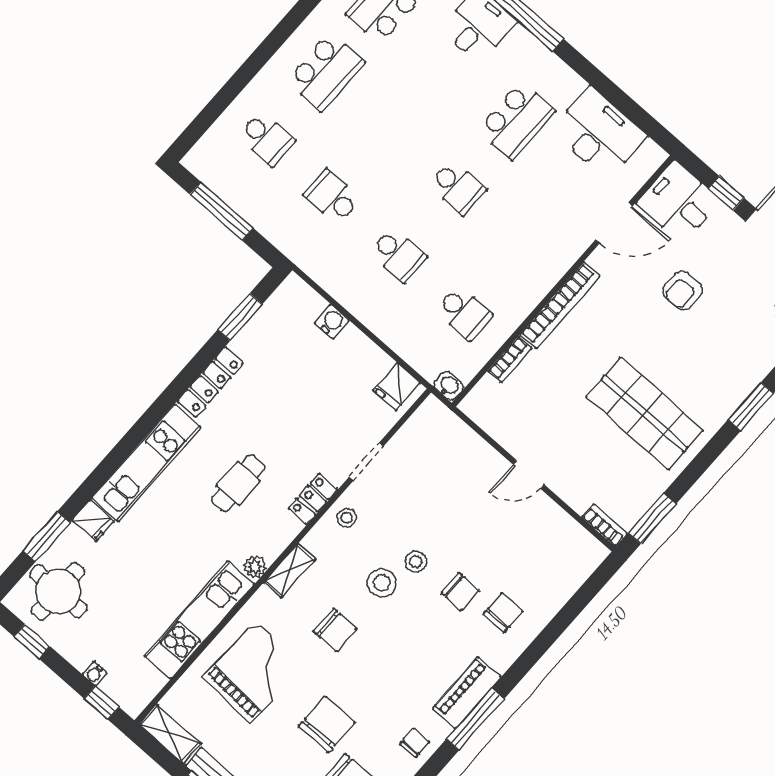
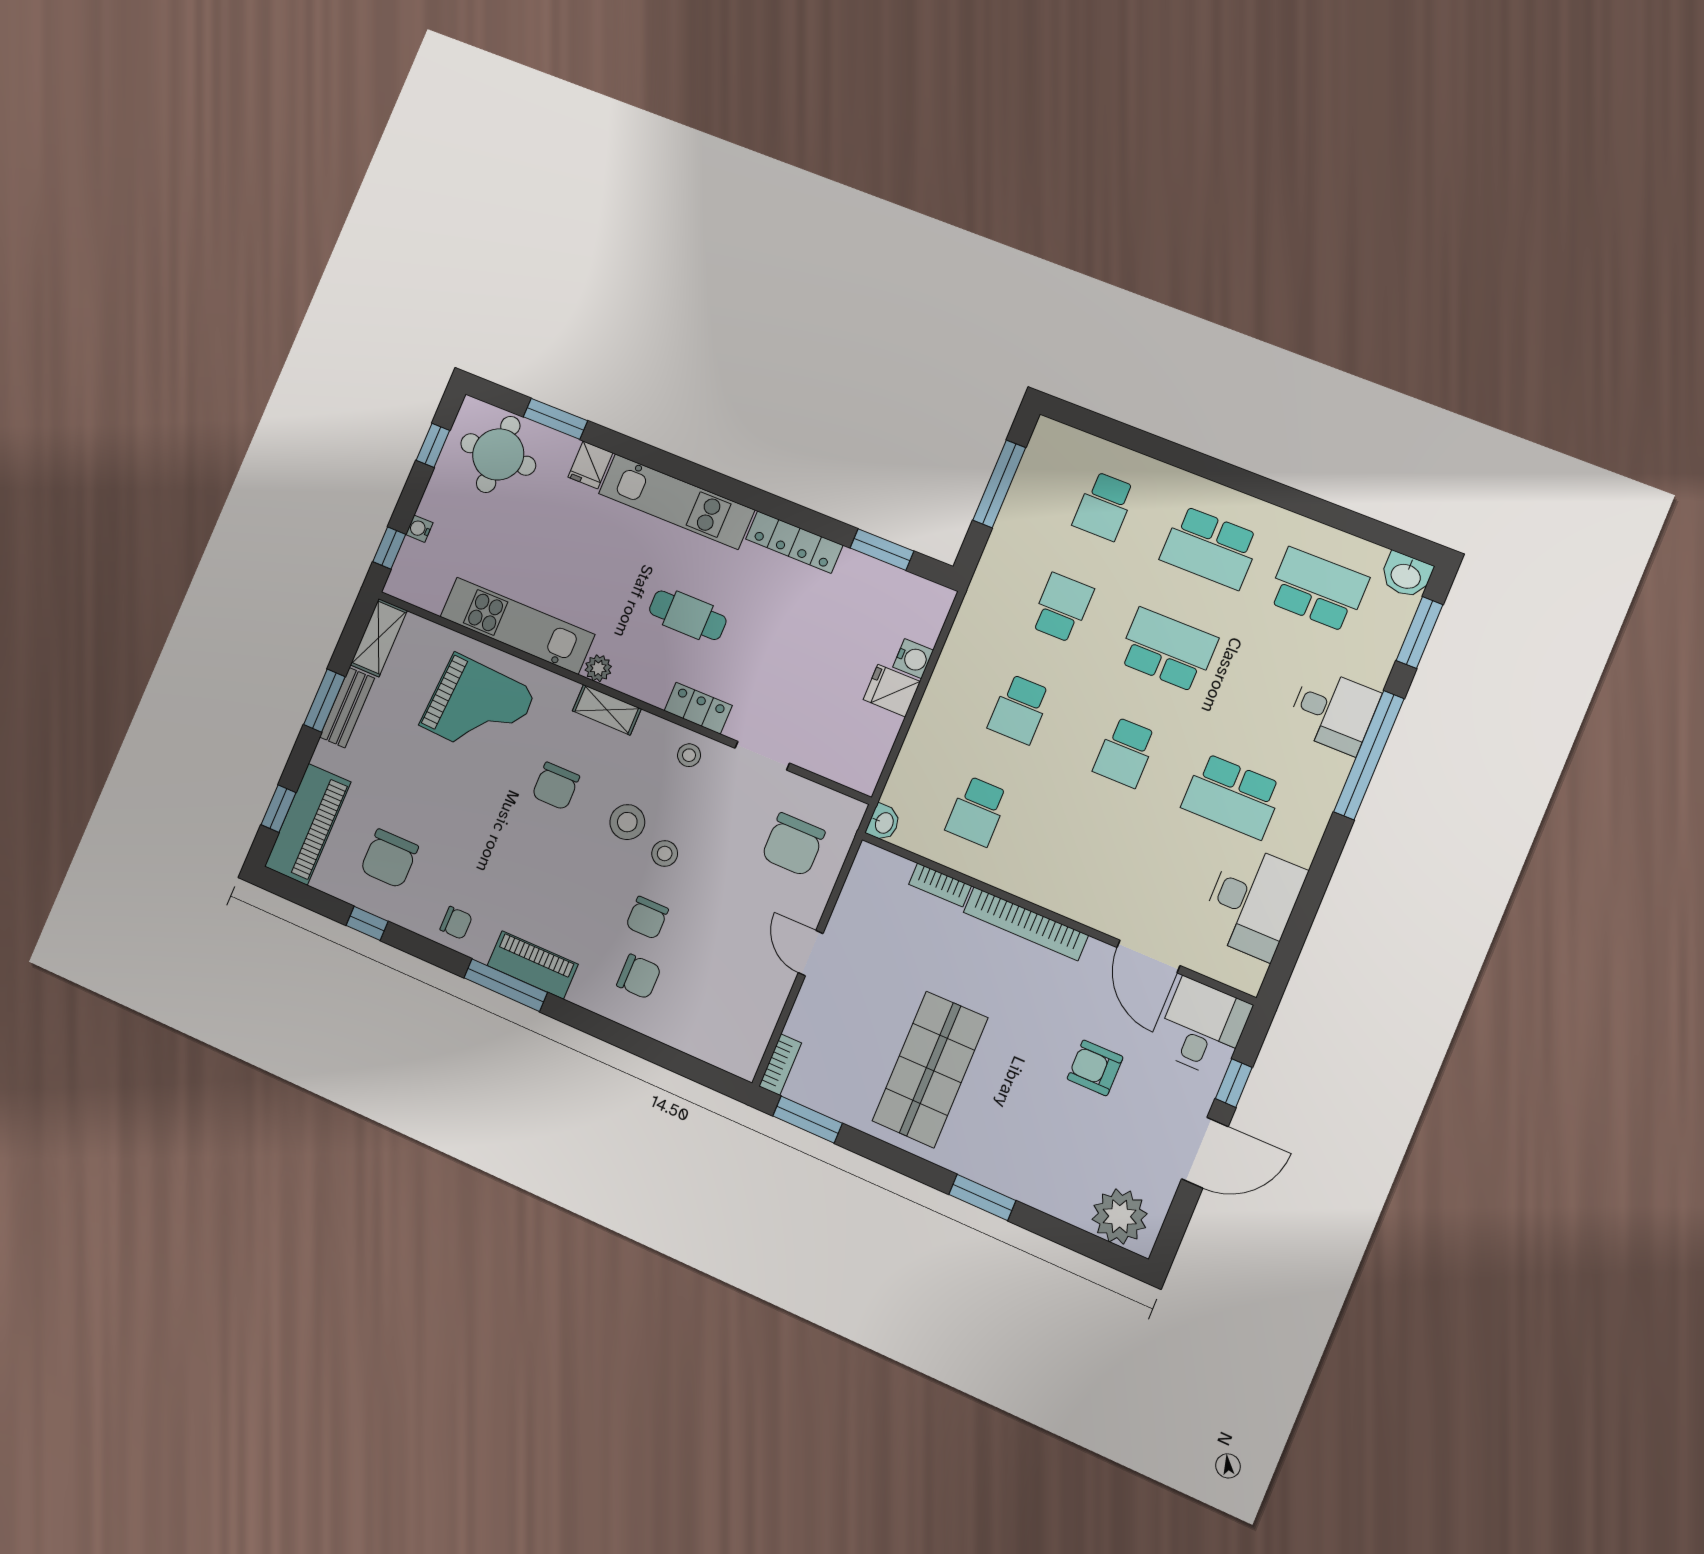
school desk: (391, 130) -> (1168, 650), added
fridge: (397, 387) -> (892, 691), moved
chair: (327, 724) -> (793, 844), moved, turned 90

